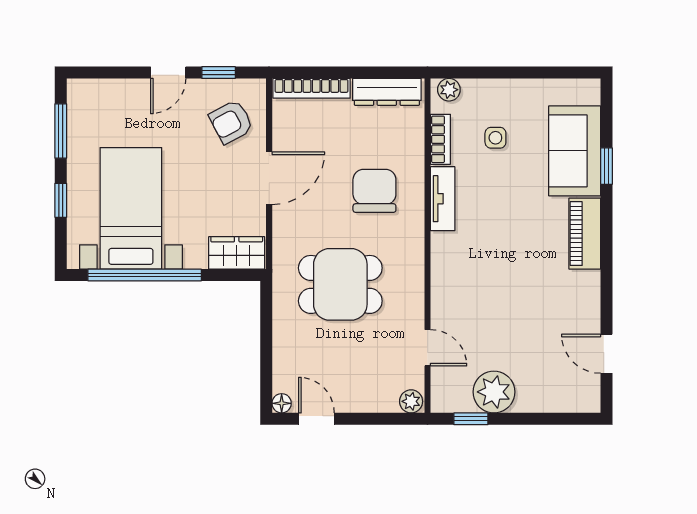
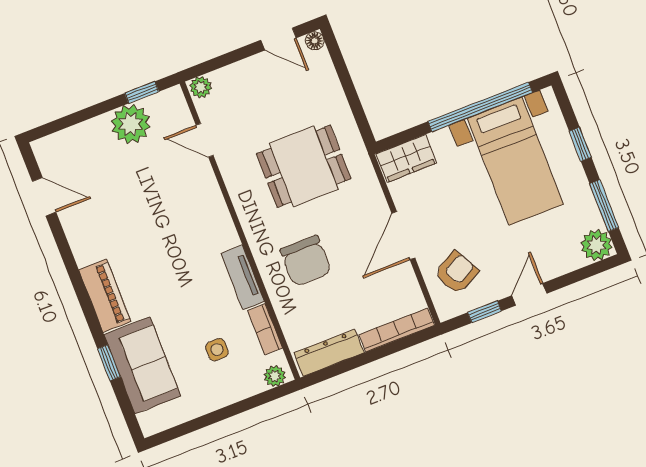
plant: (83, 95) -> (596, 245), added

